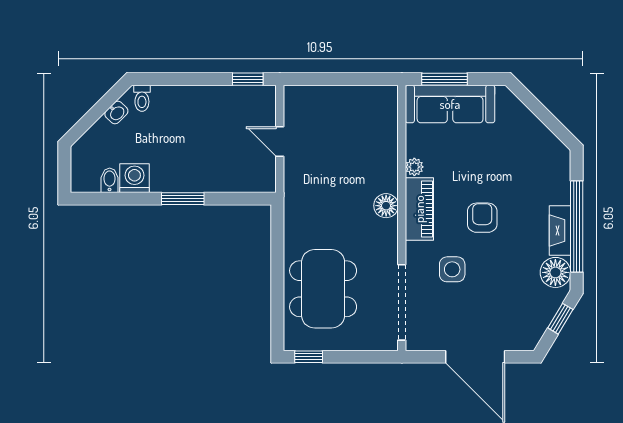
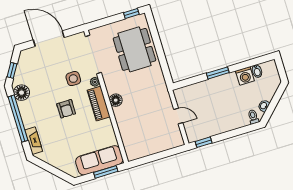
plant: (414, 167) -> (95, 82), moved
fireplace: (560, 231) -> (34, 141), moved

